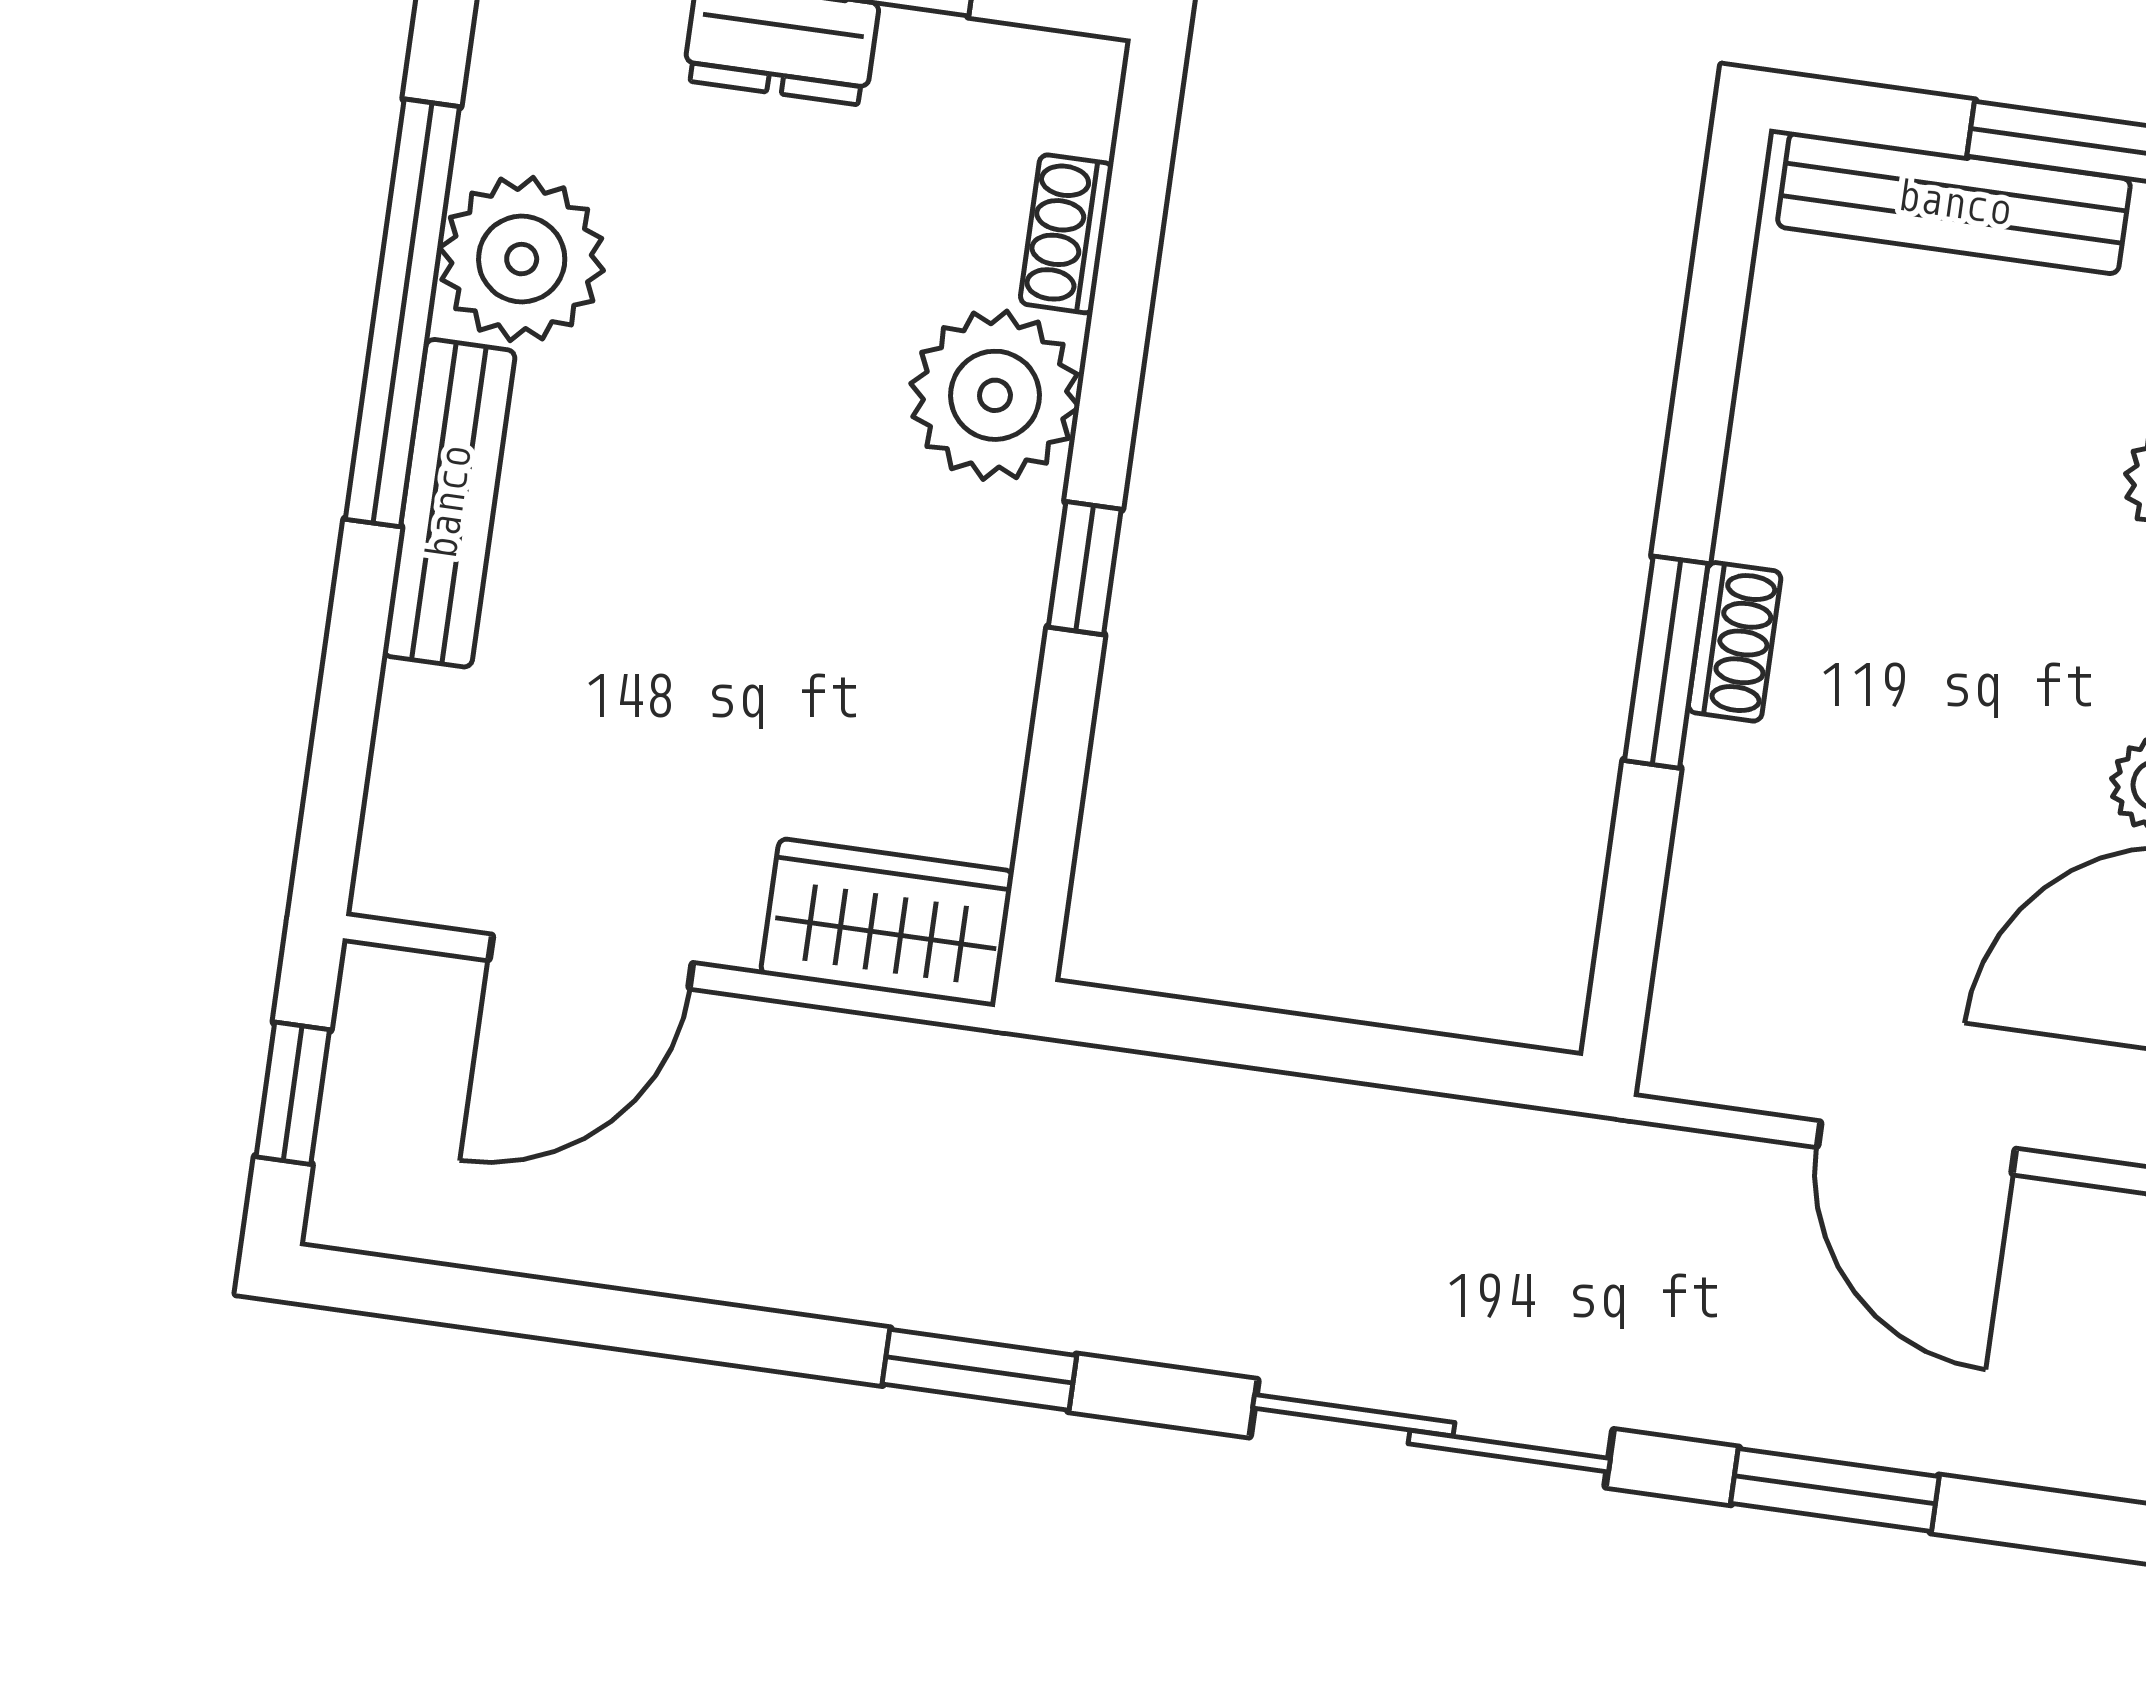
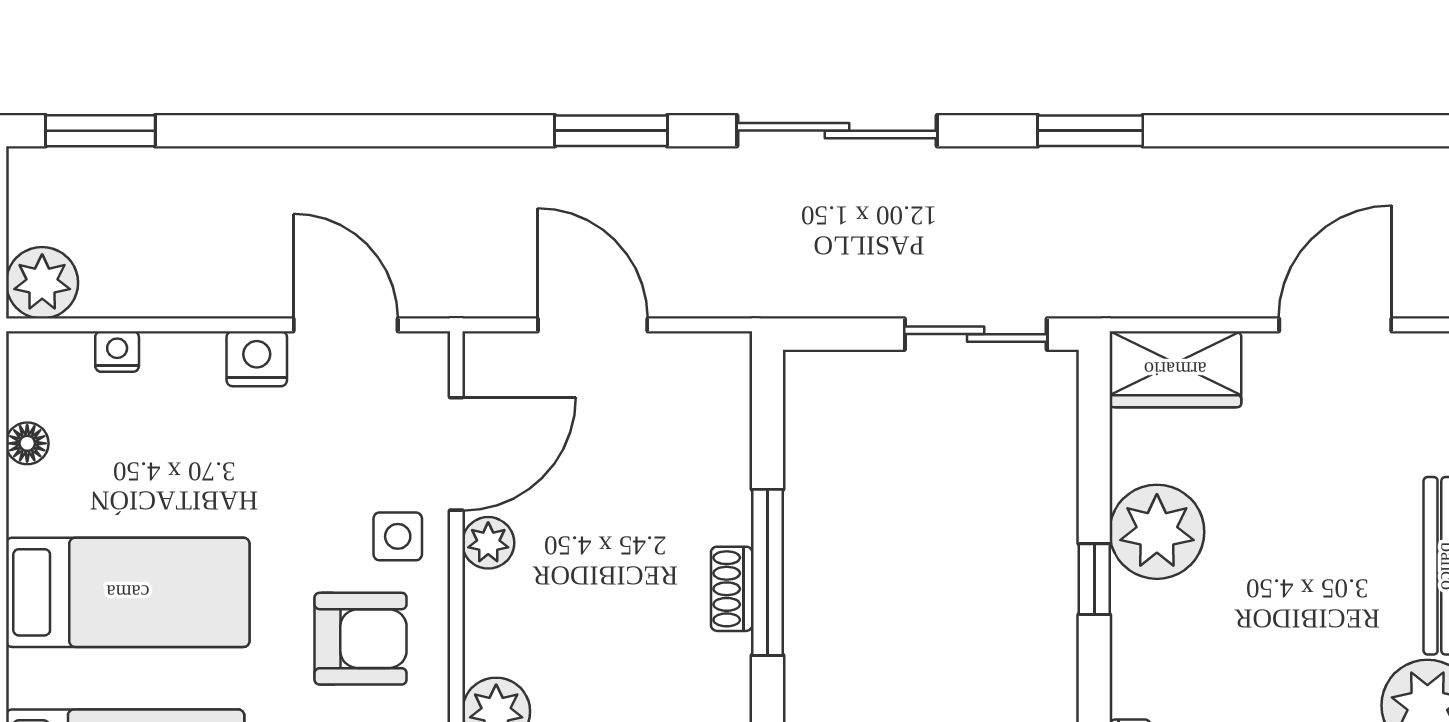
plant: (995, 395) -> (1157, 532), moved
window: (1666, 662) -> (767, 572), width x1.44
sliding door: (1235, 1035) -> (976, 334), added

